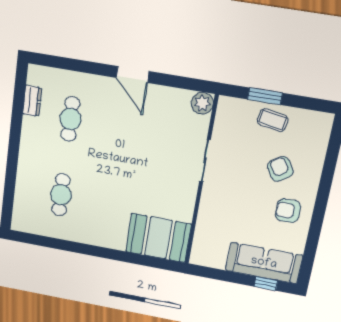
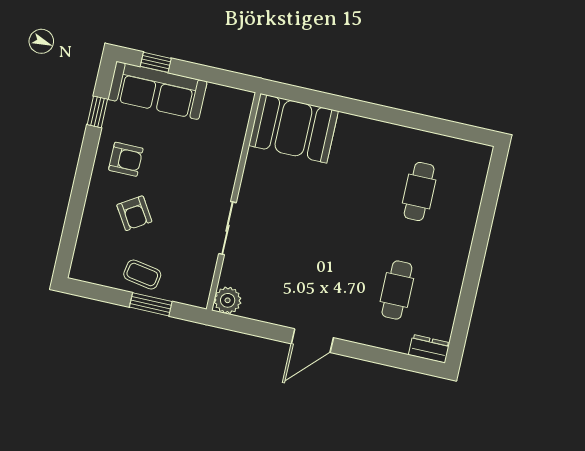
door: (133, 75) -> (312, 341), swing flipped
dresser: (32, 101) -> (429, 349), moved, turned 90
window: (311, 246) -> (97, 112), added

